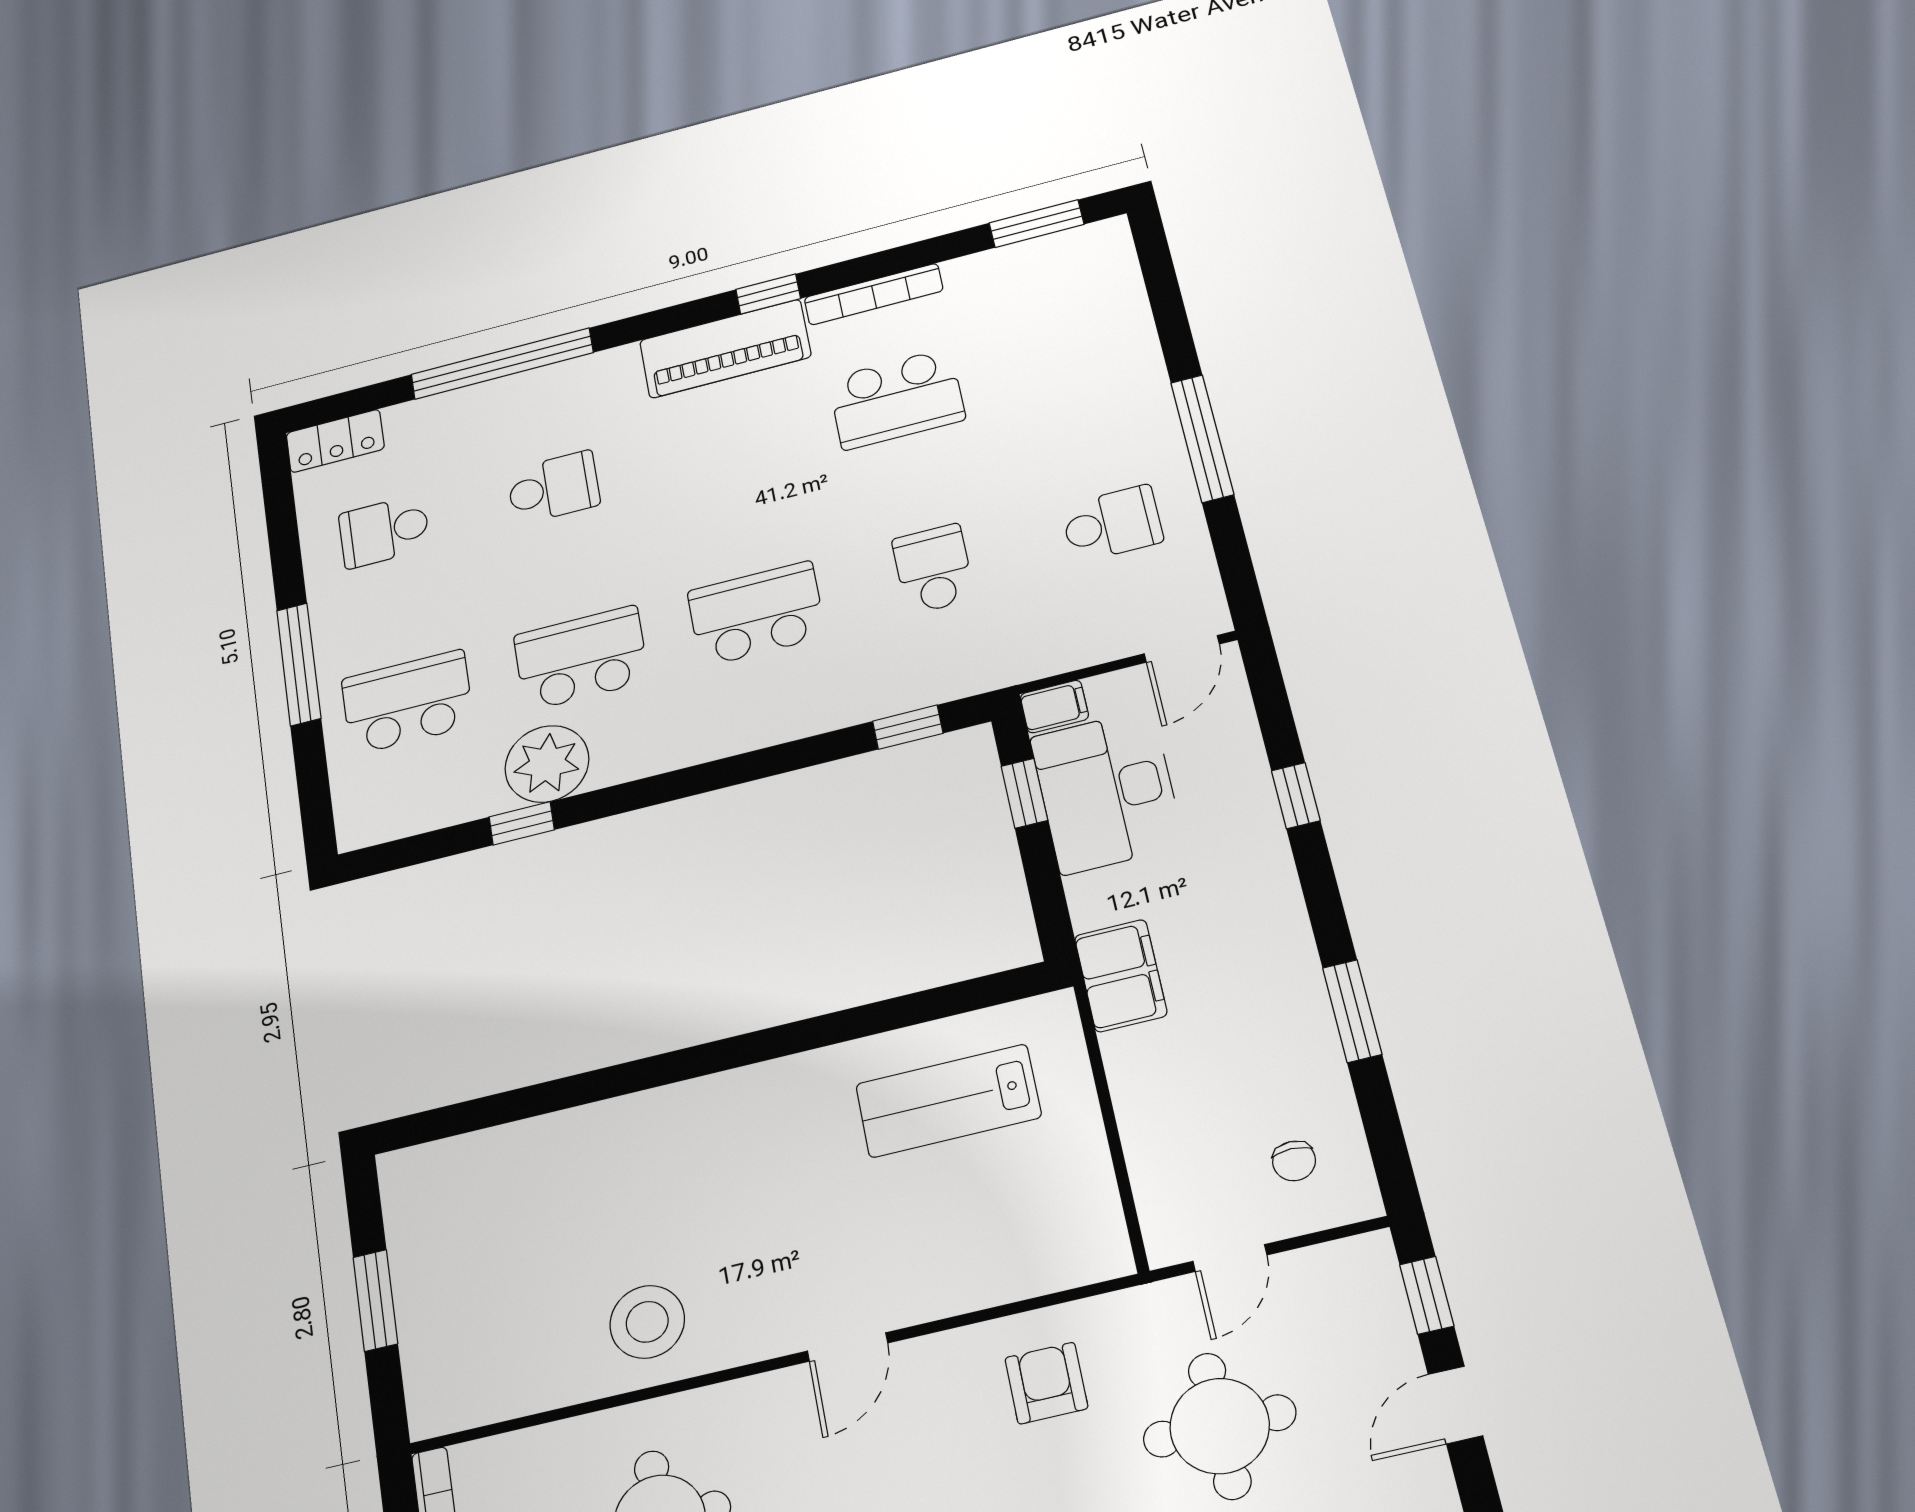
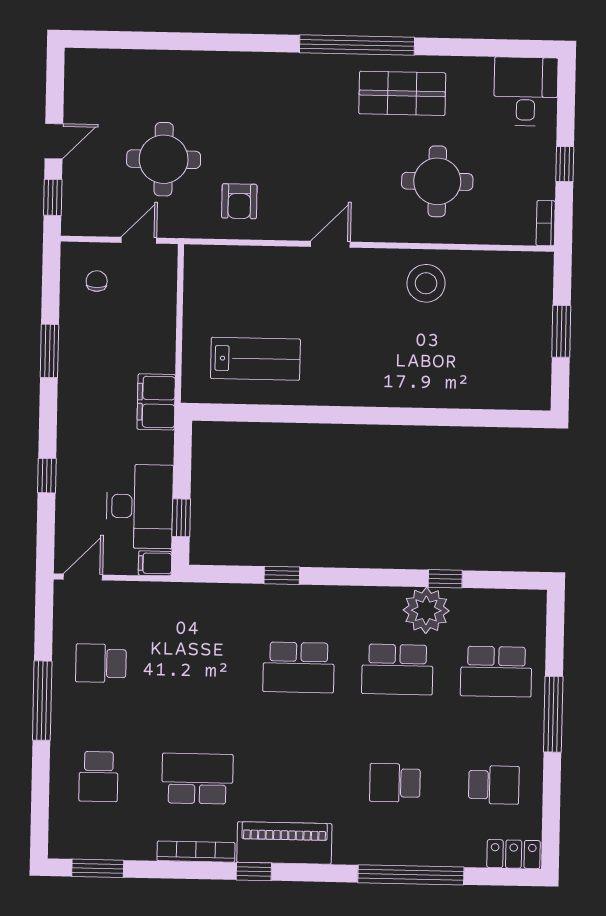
school desk: (933, 569) -> (99, 777), moved
window: (908, 727) -> (282, 575), moved

